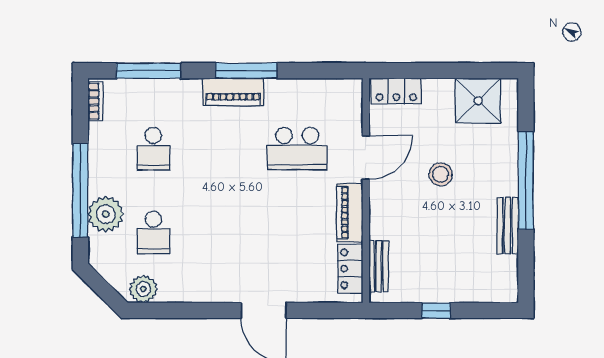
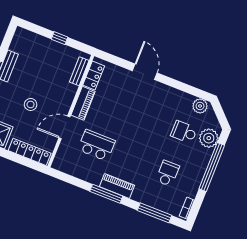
locker: (396, 91) -> (30, 152), width x1.53
plant: (106, 214) -> (209, 138), moved
school desk: (153, 232) -> (184, 132), turned -90

